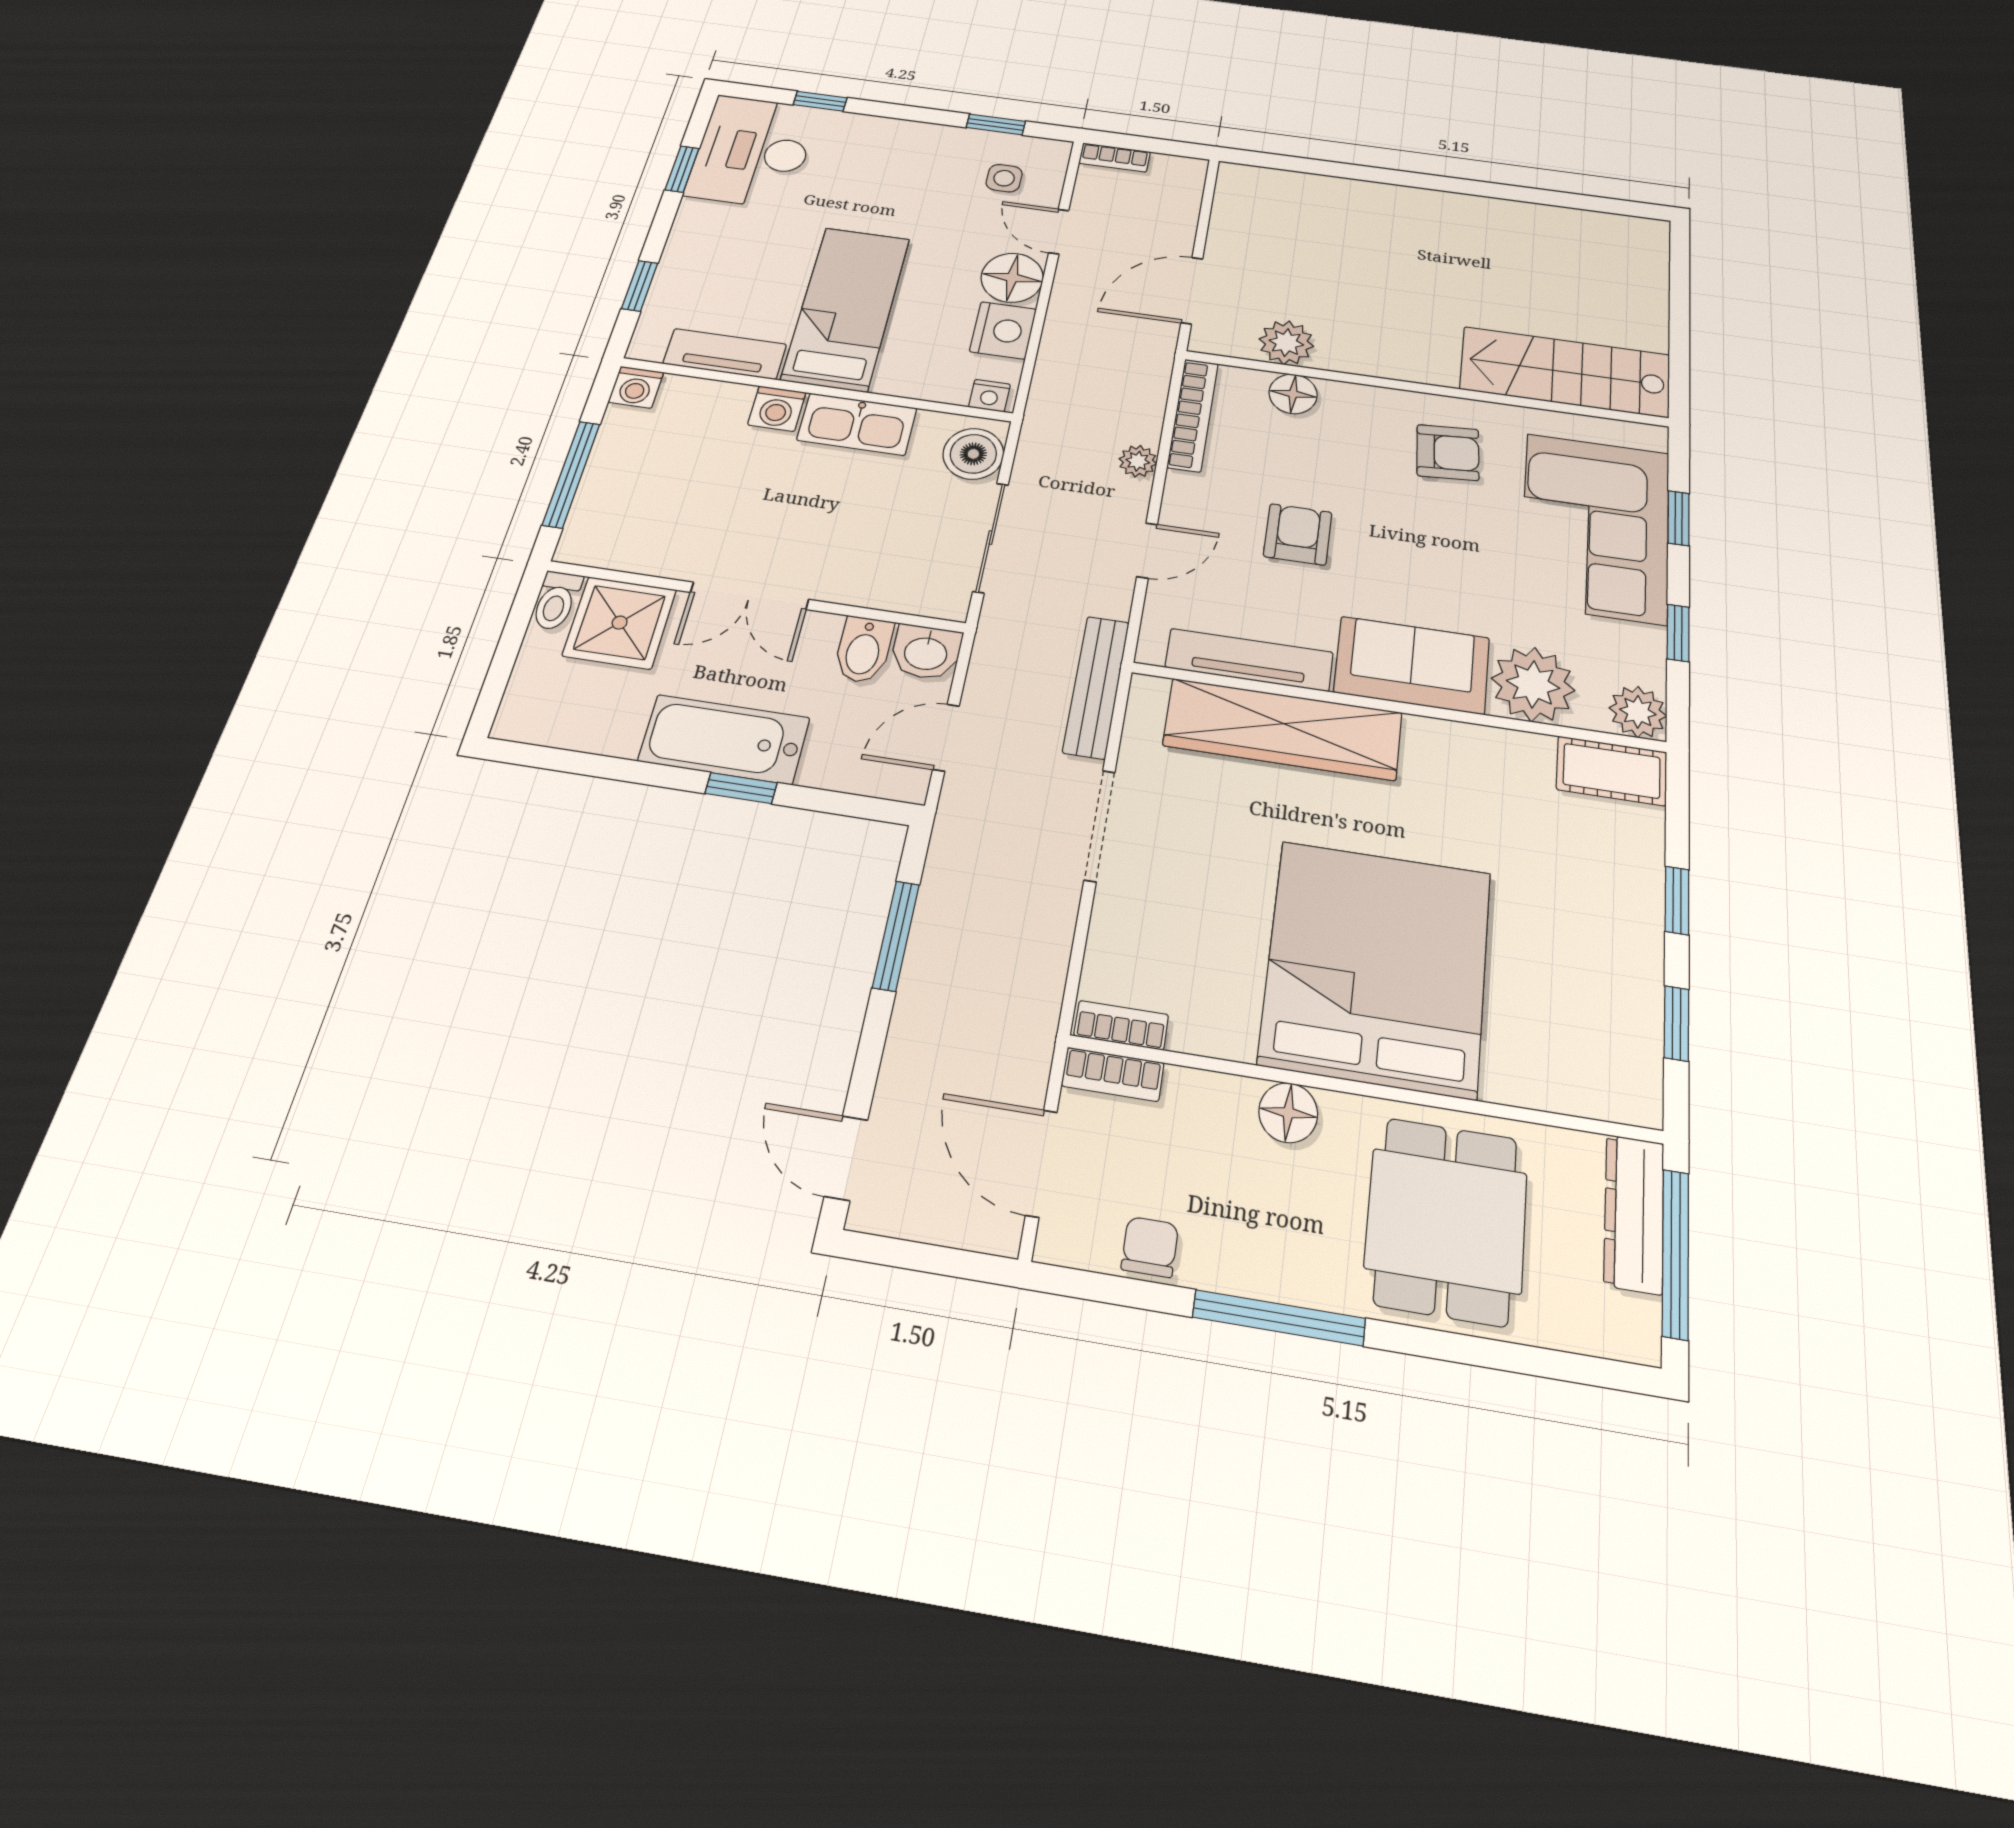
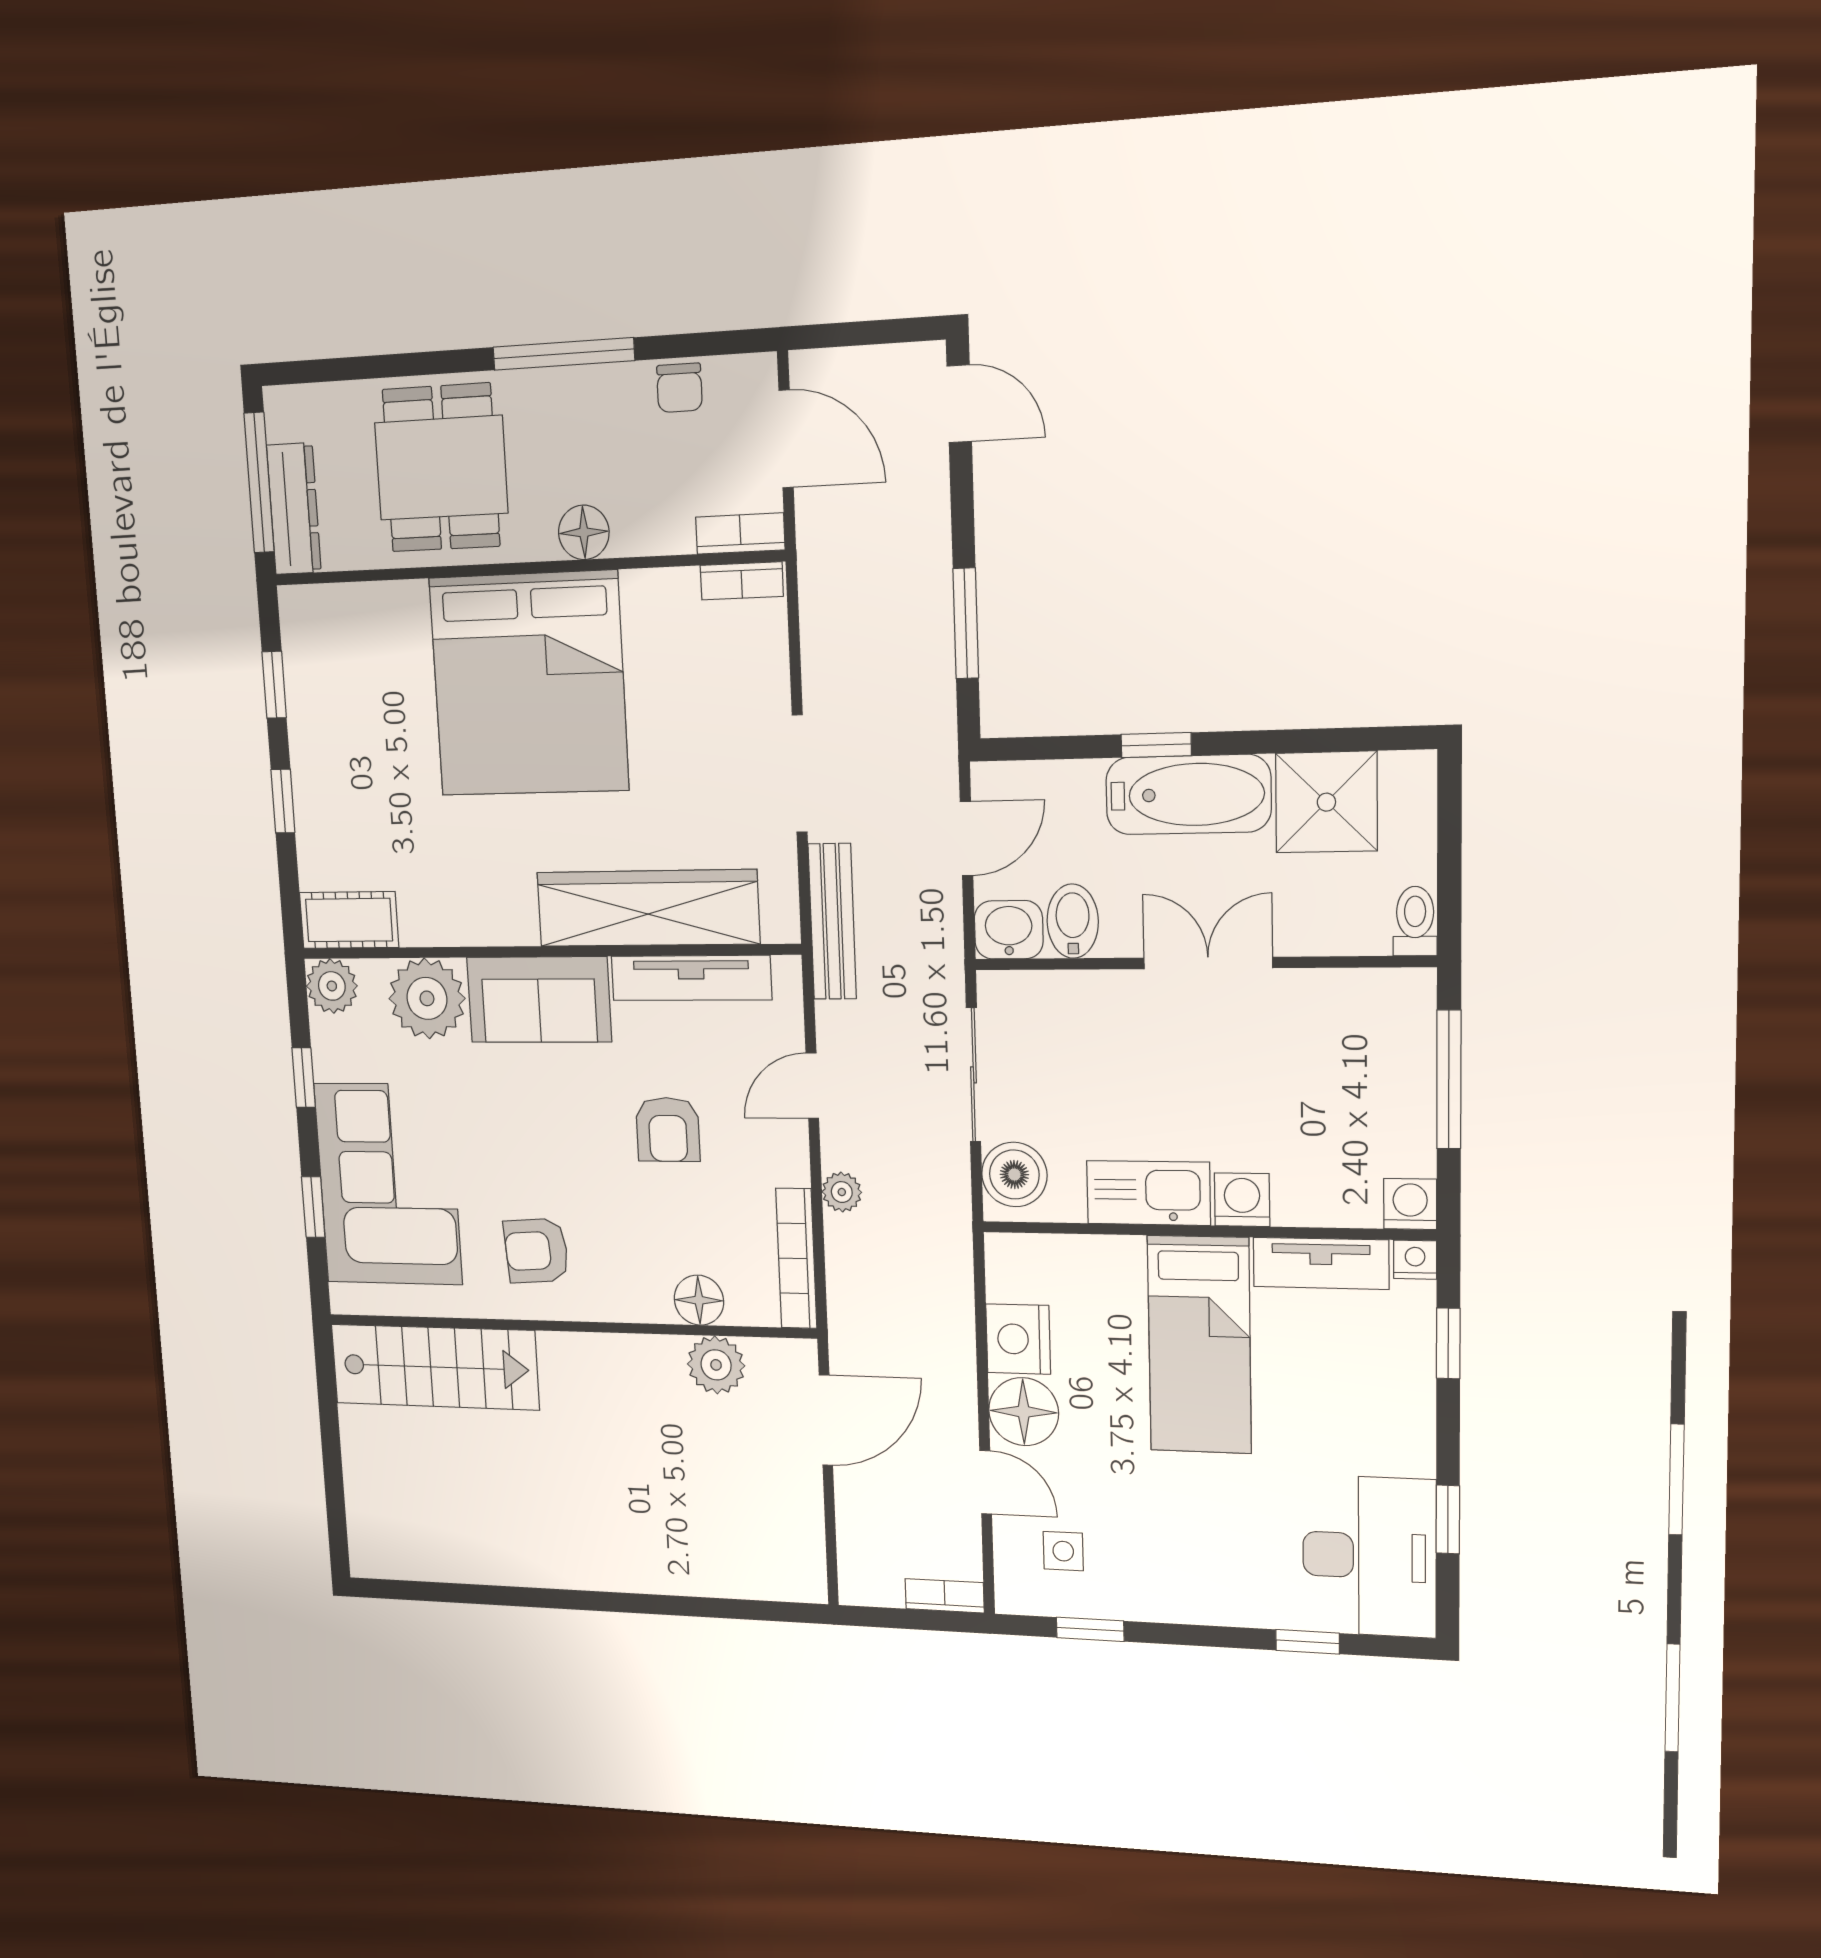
nightstand: (989, 396) -> (1415, 1260), moved
shower: (620, 623) -> (1326, 802), moved

